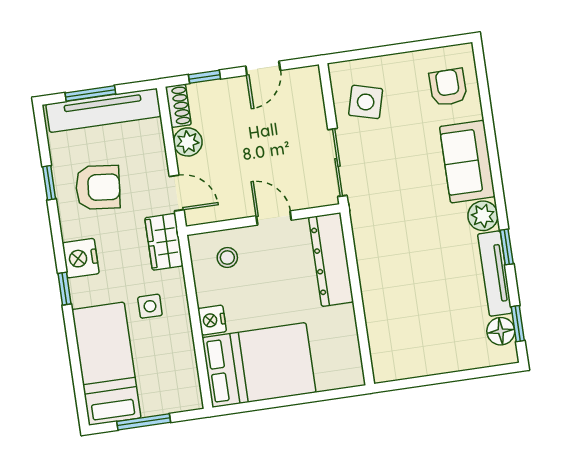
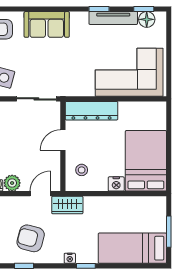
armchair: (98, 187) -> (31, 238), turned -81
plant: (483, 216) -> (79, 20), removed
nightstand: (81, 258) -> (70, 258), width x0.53, depth x0.56
side table: (150, 306) -> (103, 218), removed
corner sofa: (406, 314) -> (129, 72), added

